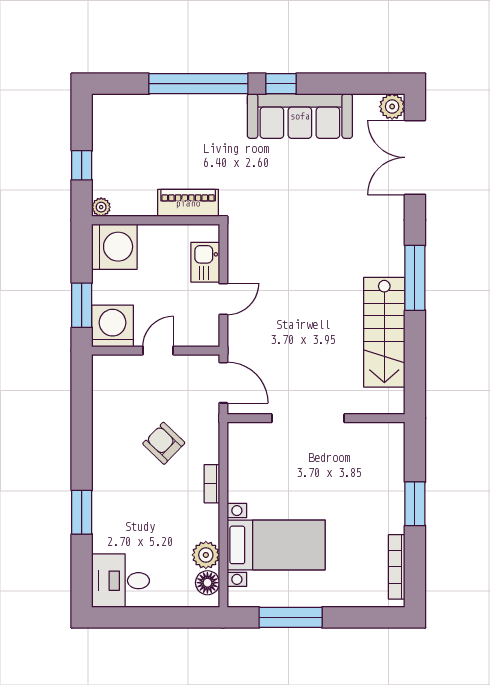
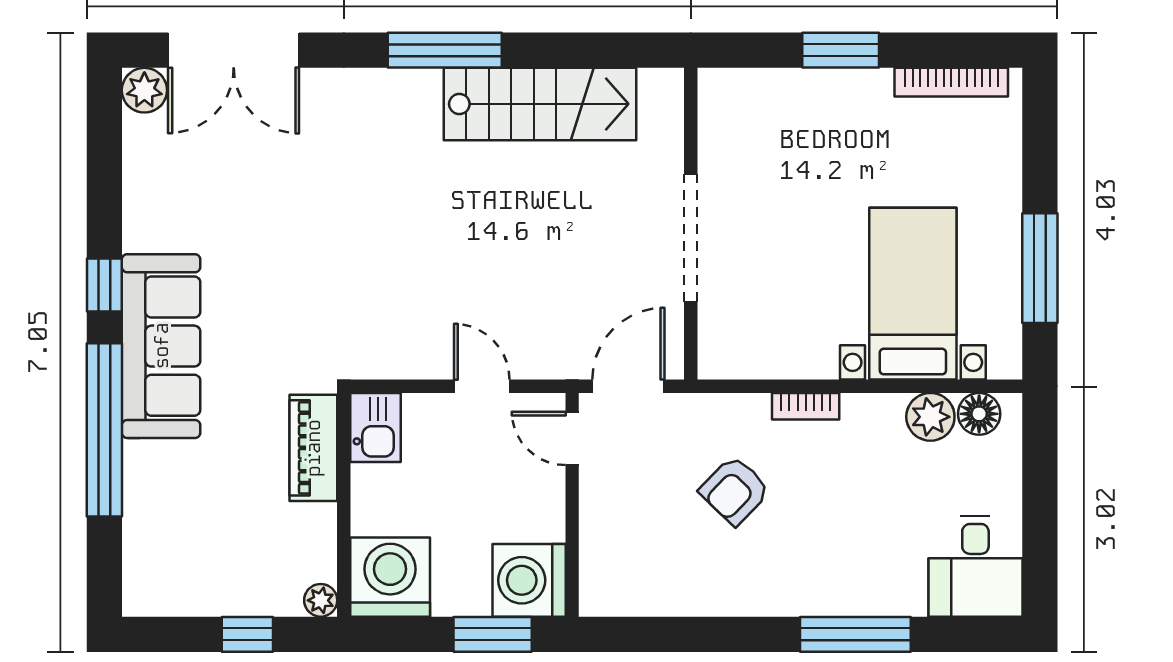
sofa: (300, 116) -> (161, 346), moved
kitchen sink: (205, 262) -> (375, 427), moved, turned -90
door: (158, 351) -> (572, 438), moved
window: (82, 512) -> (855, 634), width x1.44

